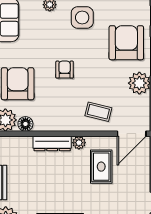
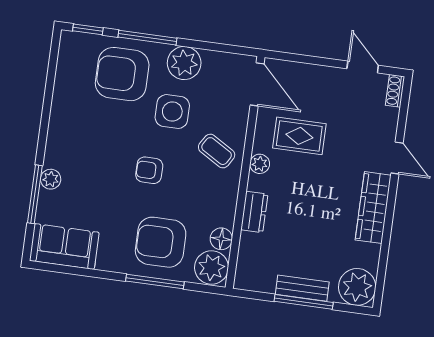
side table: (82, 18) -> (172, 112), moved
coffee table: (98, 112) -> (217, 151), moved, turned -73
dresser: (52, 144) -> (254, 212), width x0.70

